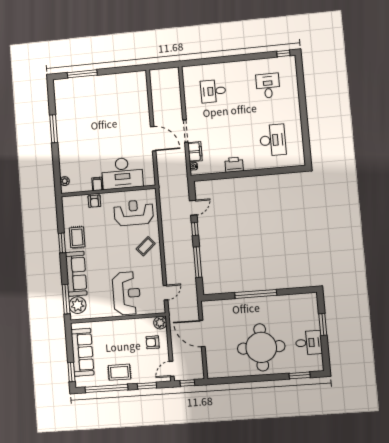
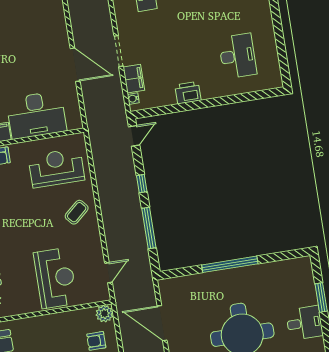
door: (193, 208) -> (134, 136), moved

